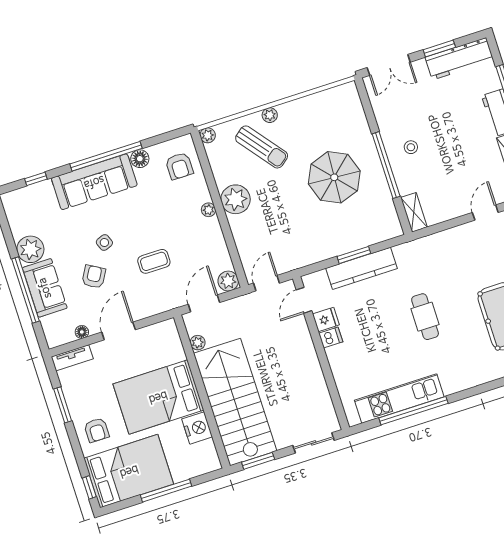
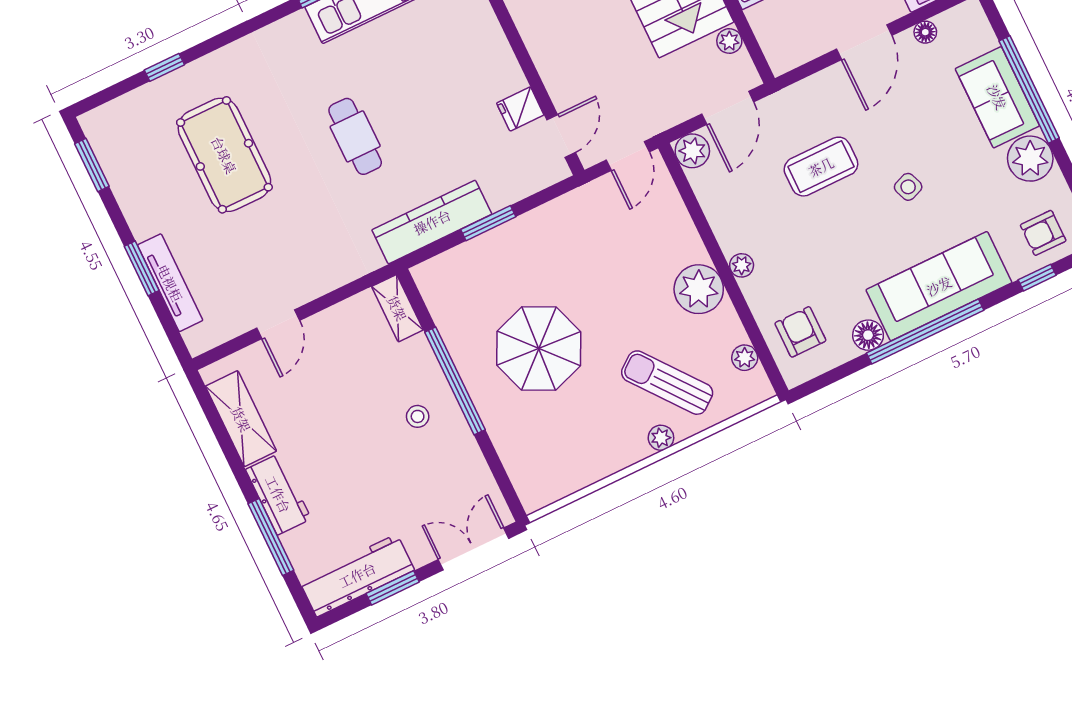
plant: (208, 135) -> (745, 358), moved
coffee table: (154, 261) -> (821, 167), width x1.36, depth x1.30
kitchen counter: (361, 268) -> (432, 222), moved
armchair: (94, 277) -> (1043, 233), moved, turned 60
dishwasher: (331, 338) -> (508, 80), removed

